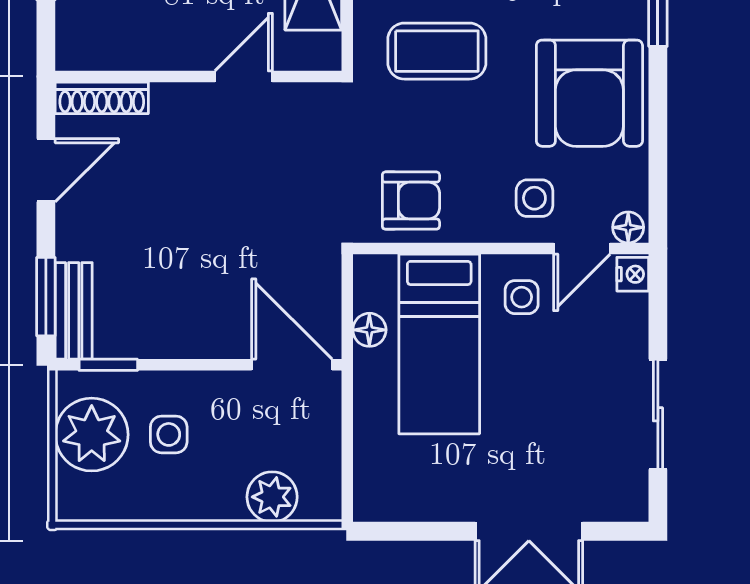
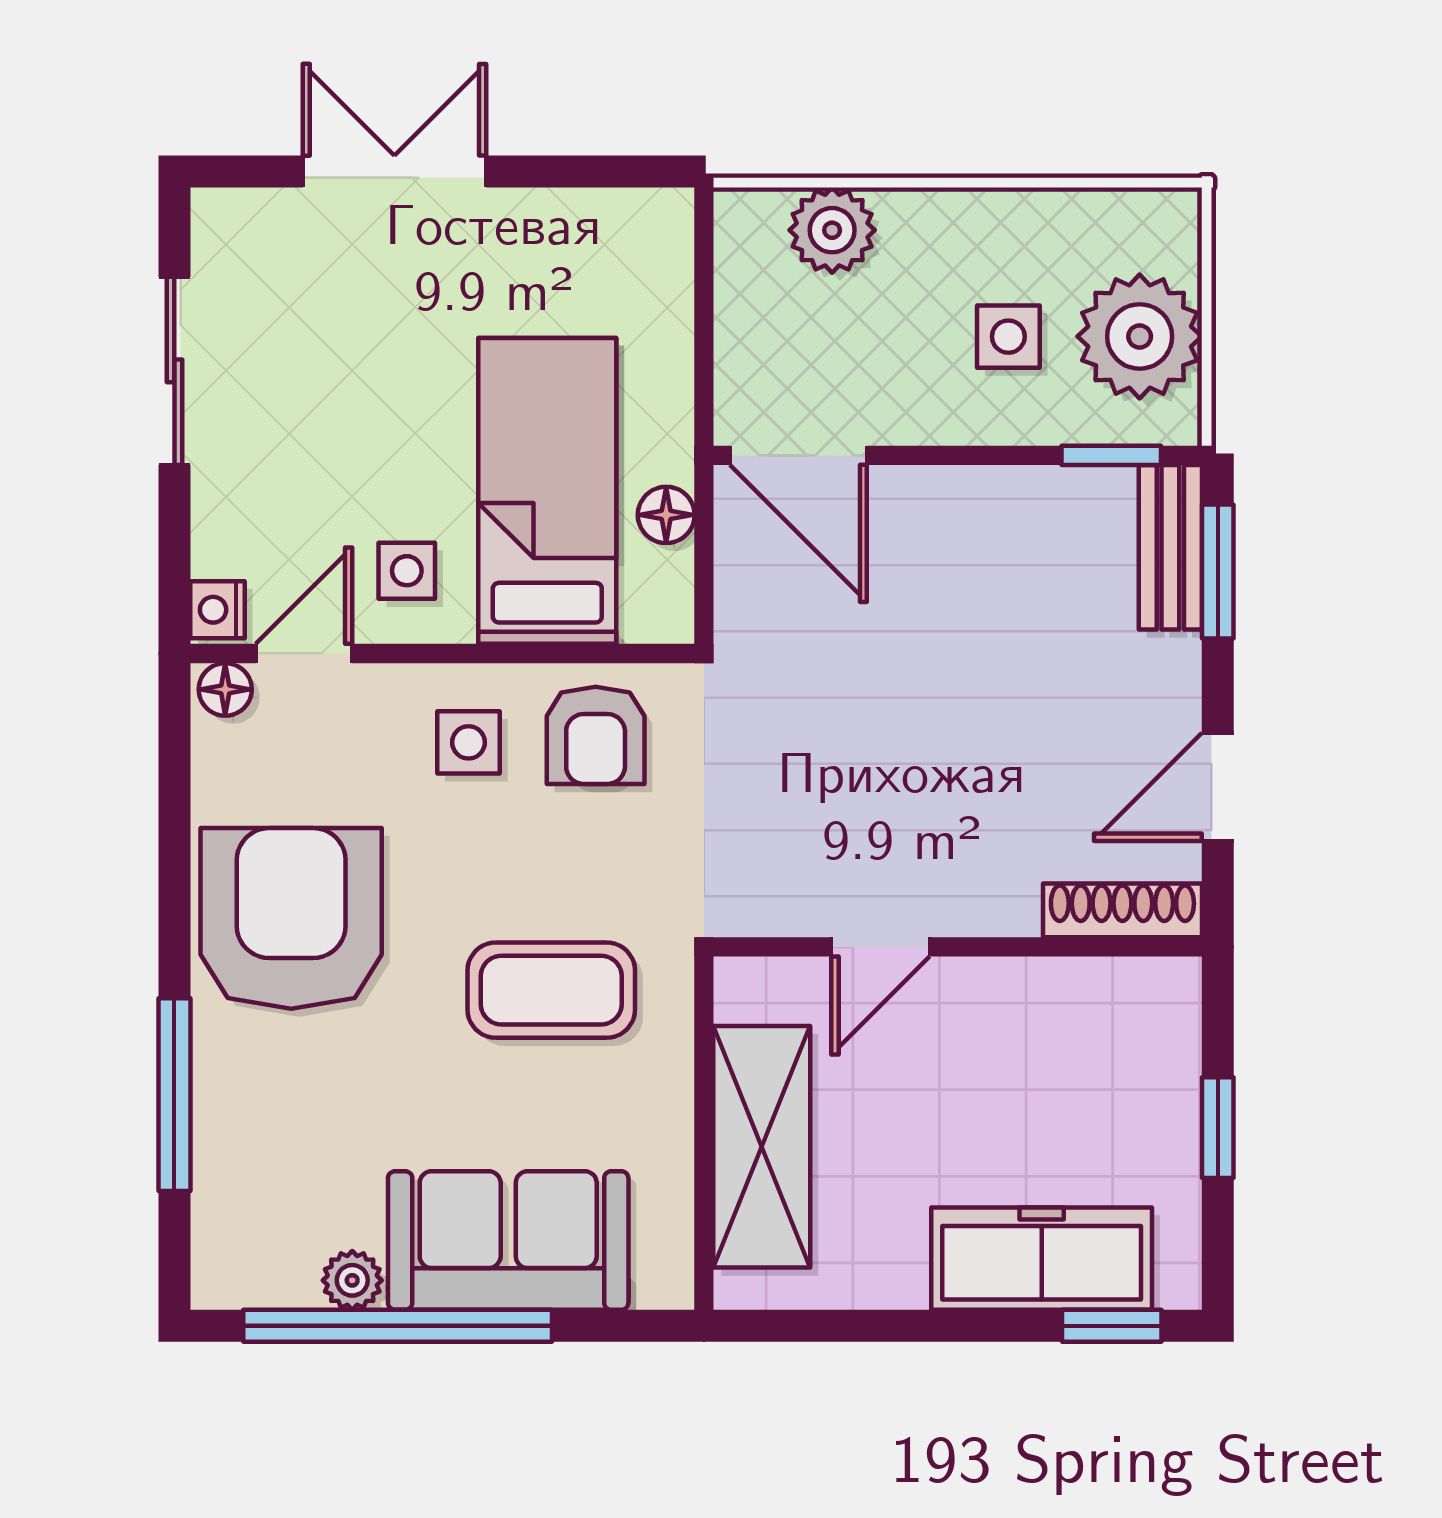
side table: (534, 198) -> (468, 742), moved
armchair: (411, 201) -> (596, 735), turned -90

